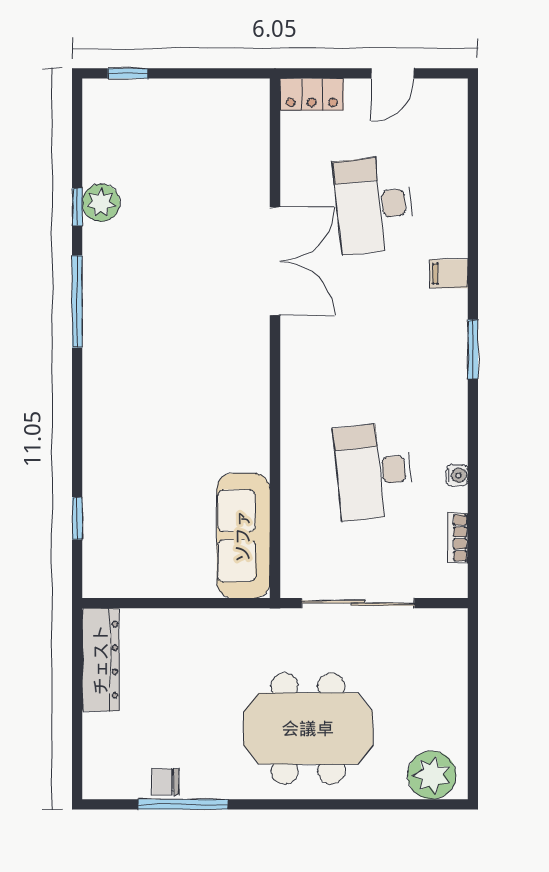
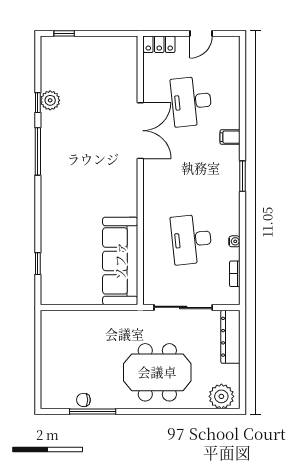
sofa: (243, 536) -> (120, 261), width x1.36, depth x1.27
dresser: (101, 660) -> (230, 337), moved, turned 180

